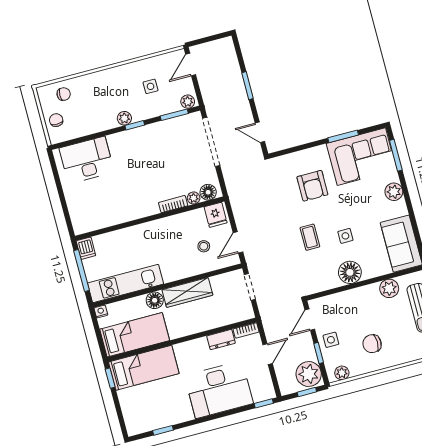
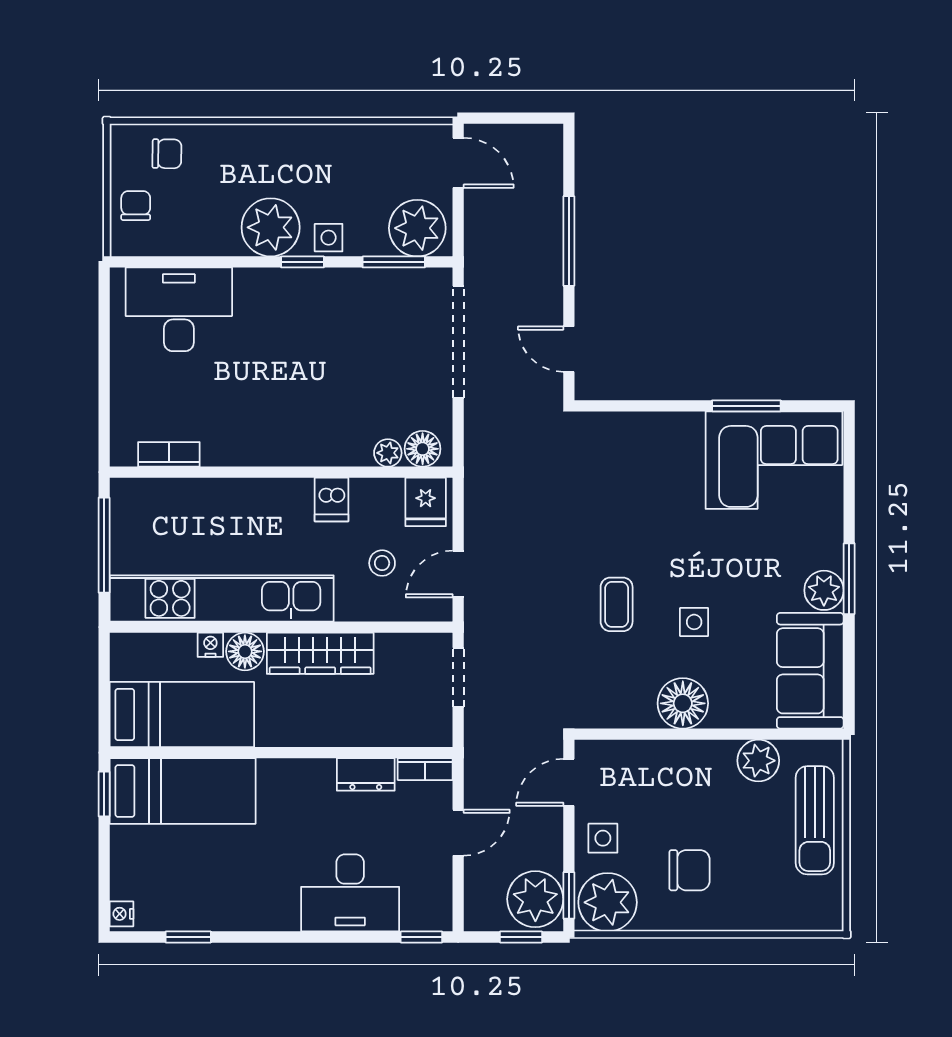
door: (191, 64) -> (458, 163), swing flipped
side table: (151, 86) -> (329, 238), moved
window: (247, 86) -> (569, 241), width x1.44
plant: (188, 102) -> (417, 228), width x1.87, depth x1.87
plant: (124, 118) -> (271, 227), width x1.88, depth x1.88
window: (396, 155) -> (849, 579), moved
armchair: (312, 186) -> (652, 495), removed
plant: (394, 192) -> (824, 590), moved
bookcase: (173, 204) -> (169, 454), moved
dishwasher: (86, 248) -> (331, 500), moved
kitchen unit: (126, 283) -> (222, 598), width x1.36
nightstand: (101, 311) -> (210, 645), moved
chair: (372, 344) -> (689, 870), turned 180
window: (319, 353) -> (569, 895), moved
plant: (342, 373) -> (608, 902), width x1.88, depth x1.88
desk: (219, 390) -> (350, 893), width x0.73, depth x0.77
nightstand: (131, 428) -> (121, 914), added

